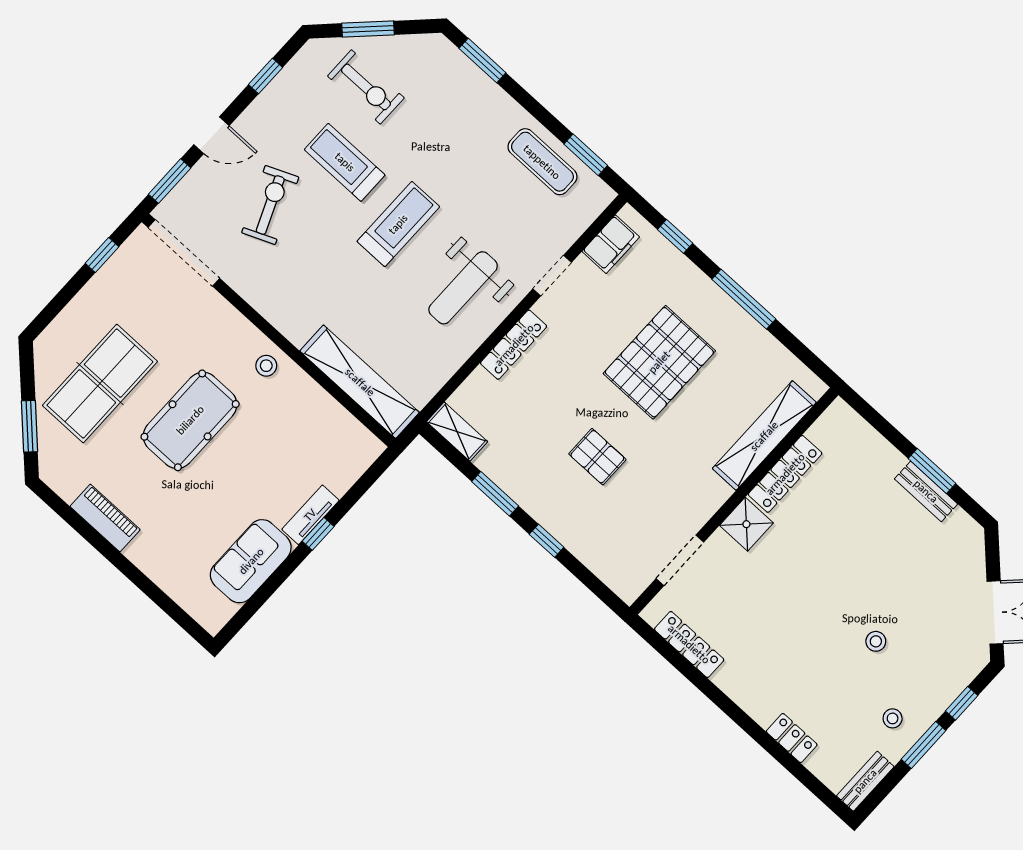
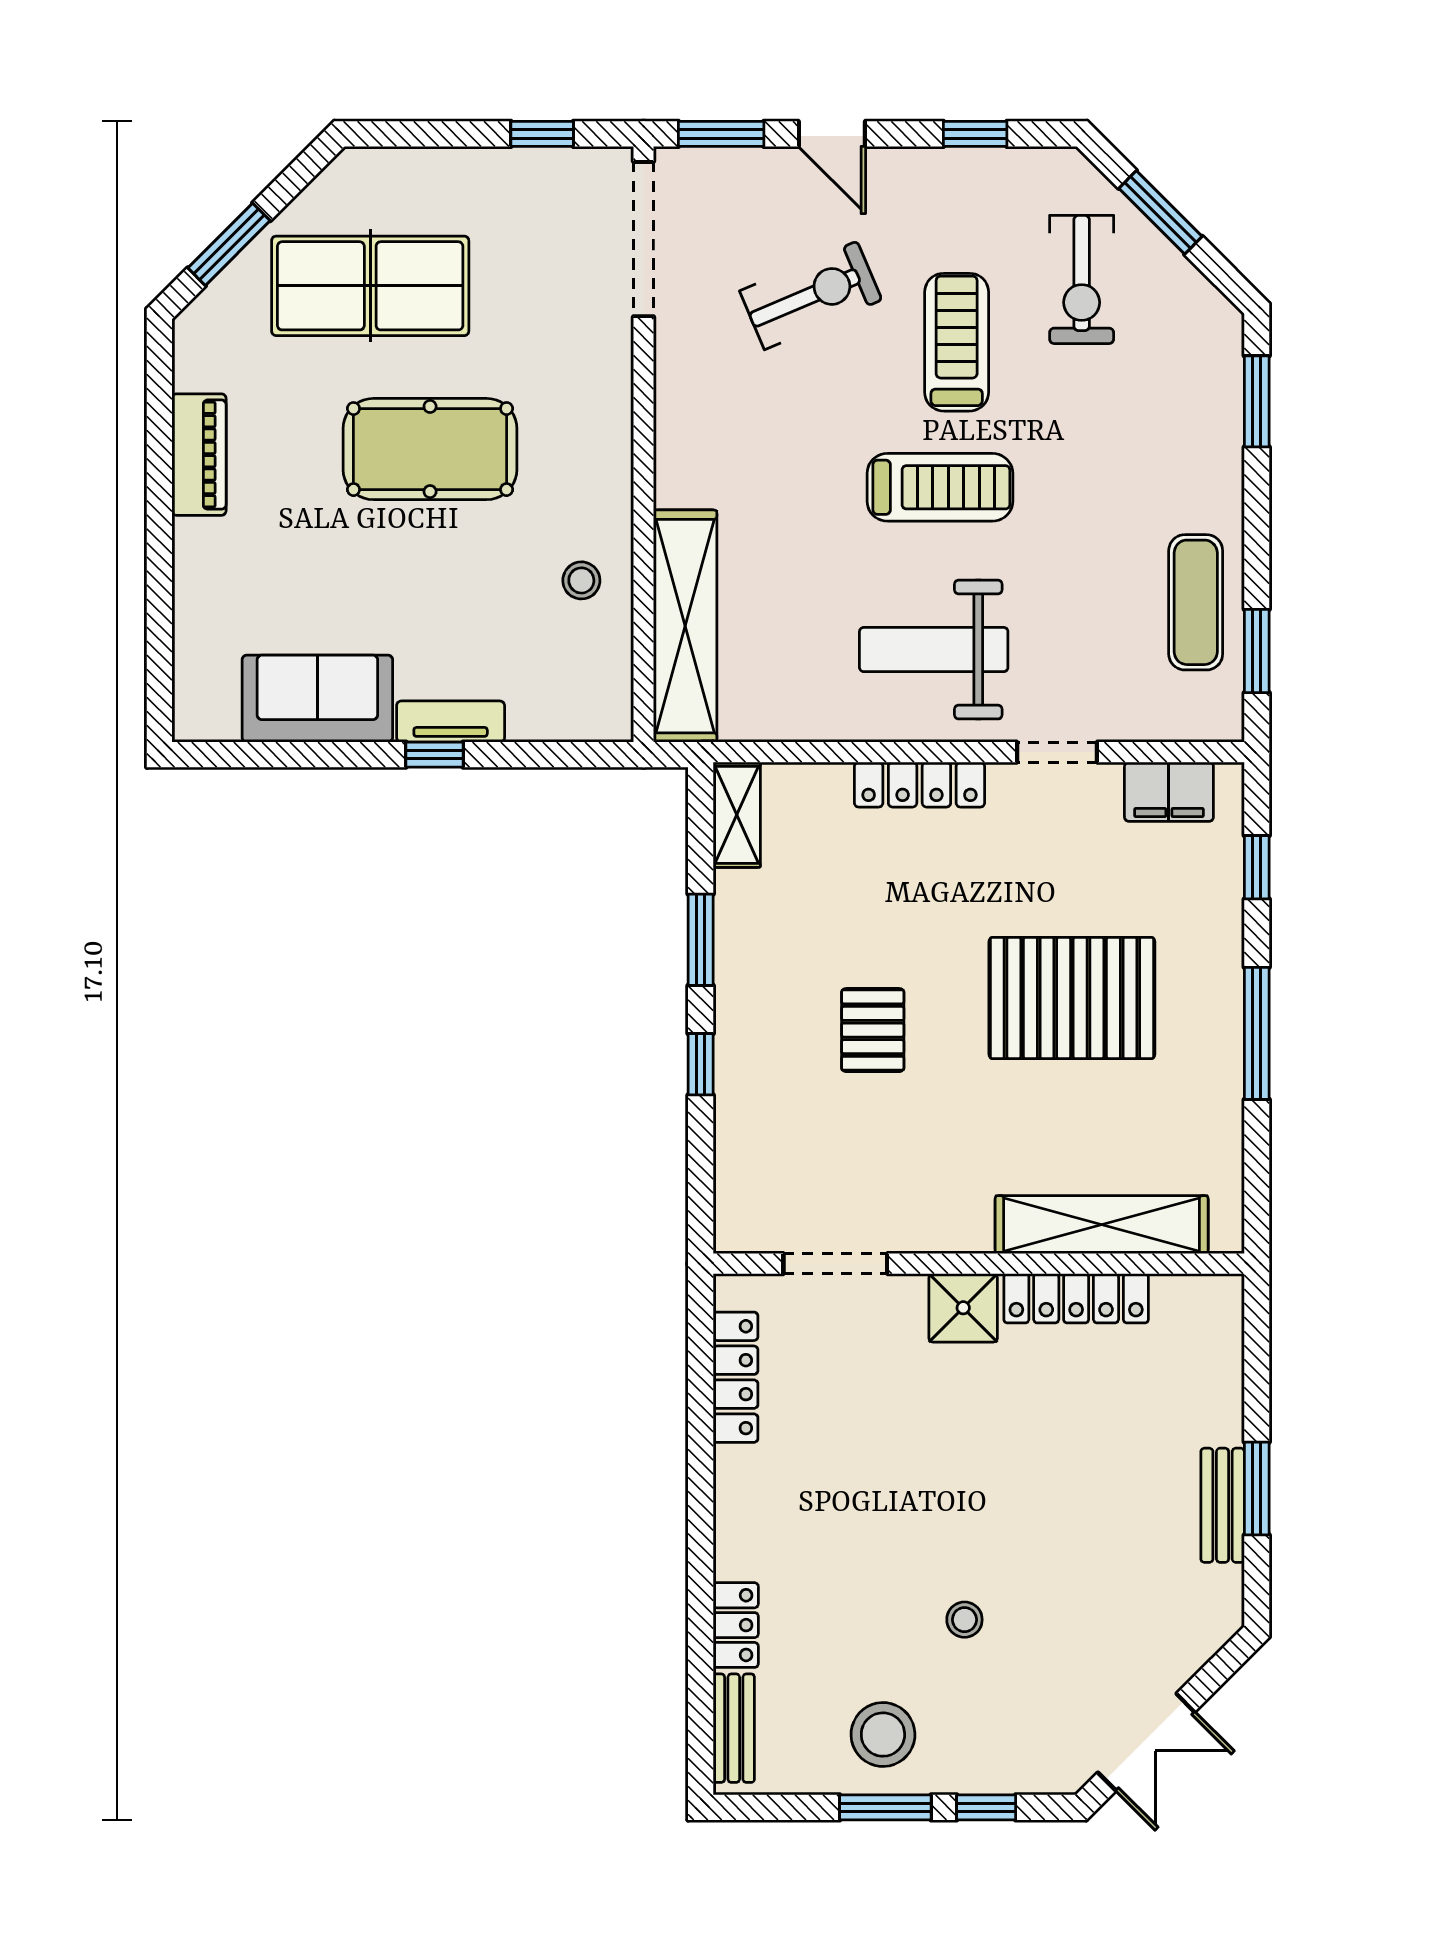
stool: (266, 366) -> (581, 580), moved
stool: (893, 718) -> (883, 1735), width x1.89, depth x1.89
bench: (865, 781) -> (734, 1728), moved, turned 90

